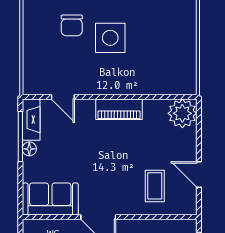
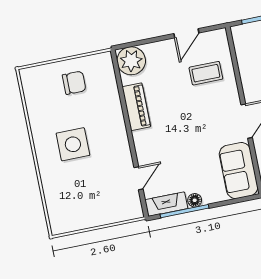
chair: (72, 25) -> (74, 83), moved
piano: (119, 109) -> (136, 107), moved

